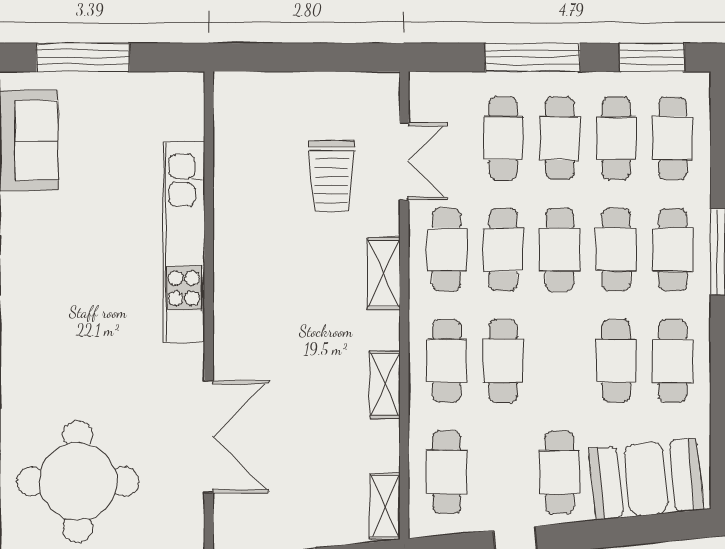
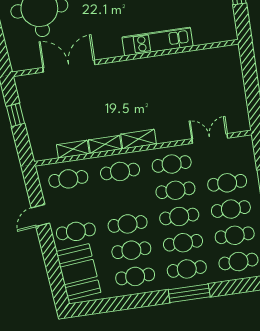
double door: (404, 162) -> (210, 138), swing flipped
trolley: (332, 176) -> (198, 106), removed
kitchen unit: (184, 242) -> (158, 42), width x0.73
shelving: (384, 274) -> (138, 139), moved
cafe table: (503, 361) -> (128, 224), moved
double door: (209, 437) -> (69, 66), swing flipped
shelving: (385, 506) -> (73, 149), moved

